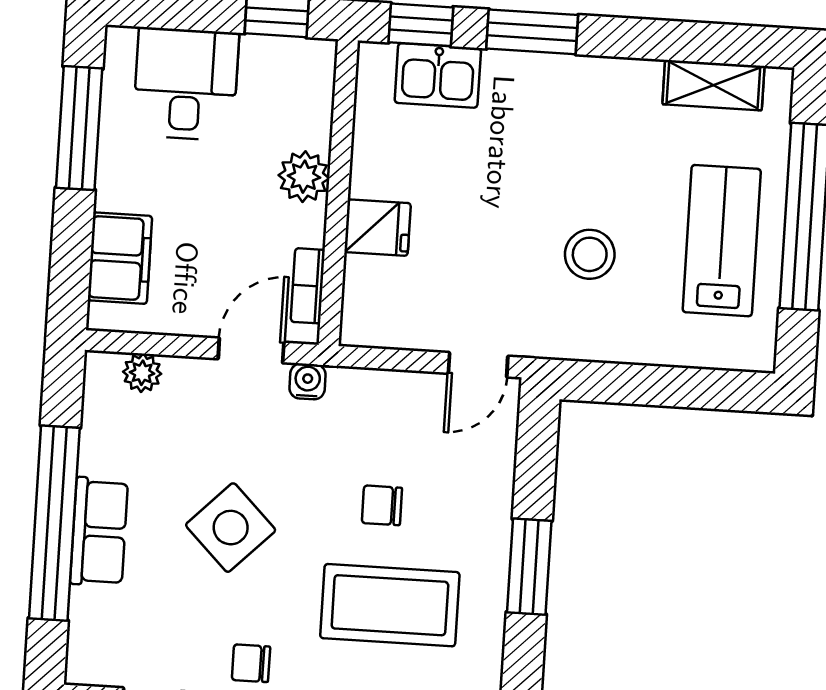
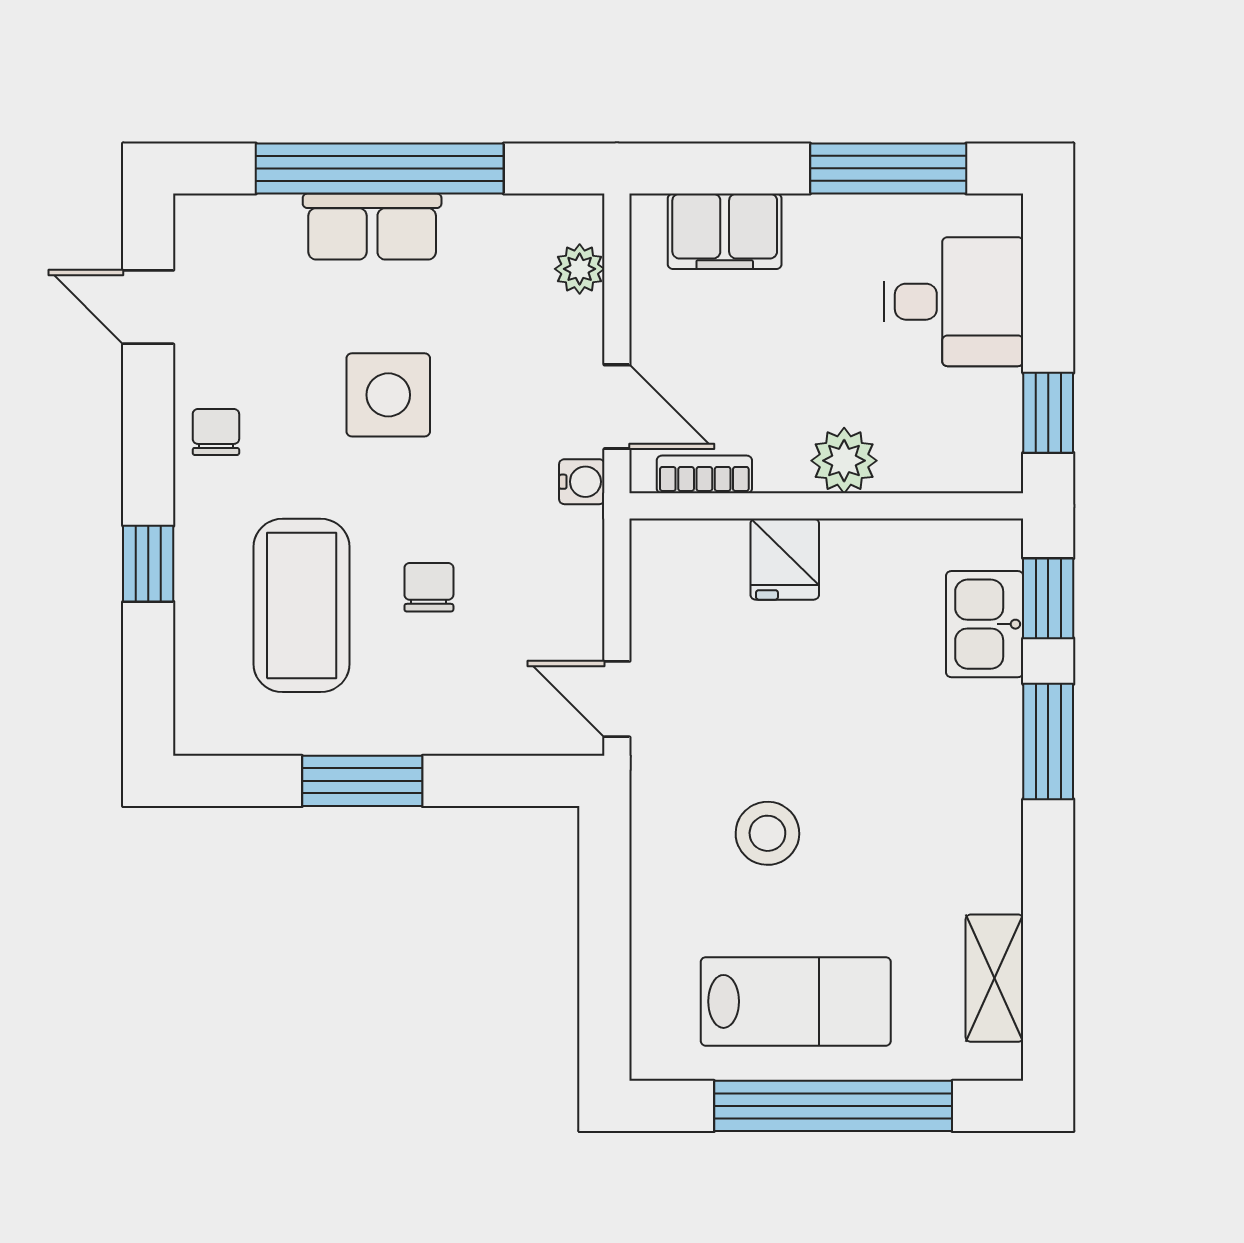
side table: (231, 528) -> (388, 395), turned 45

